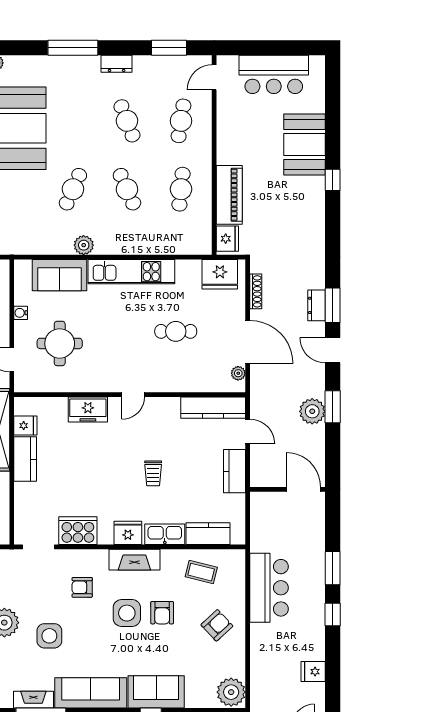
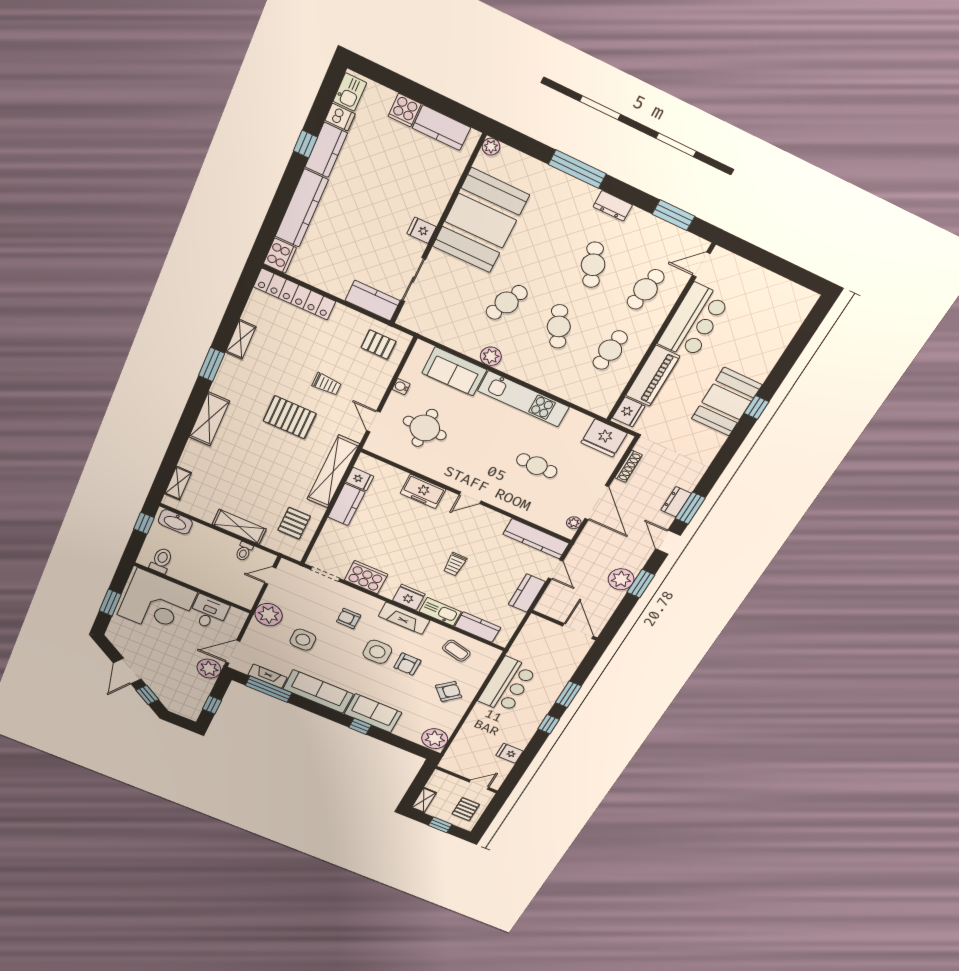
bar counter: (274, 74) -> (694, 321), moved, turned -90
booth: (305, 144) -> (727, 402), moved

